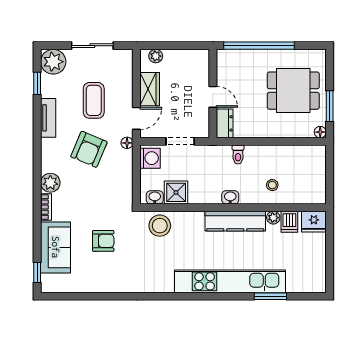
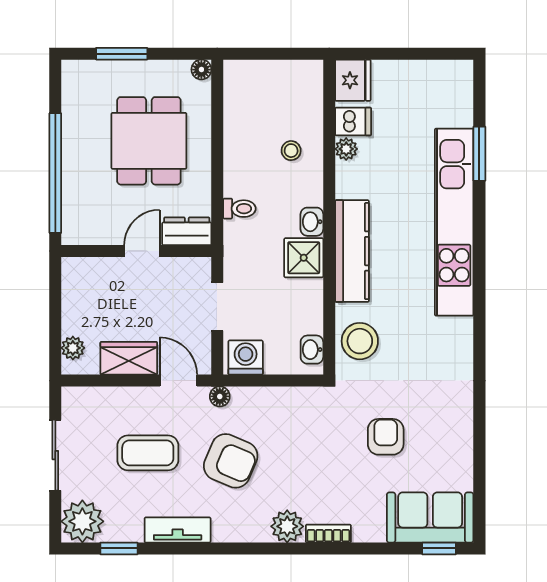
dining table: (293, 91) -> (149, 141), moved
window: (330, 106) -> (122, 54), moved
shower: (176, 192) -> (304, 258), moved
kitchen counter: (235, 221) -> (352, 251), moved
sofa: (56, 247) -> (430, 518), moved

